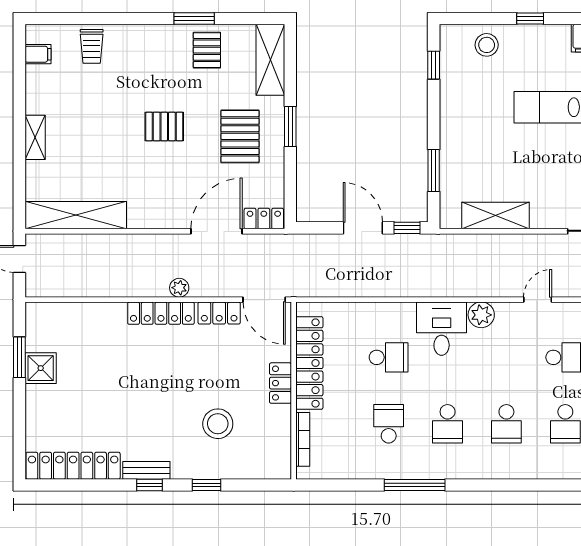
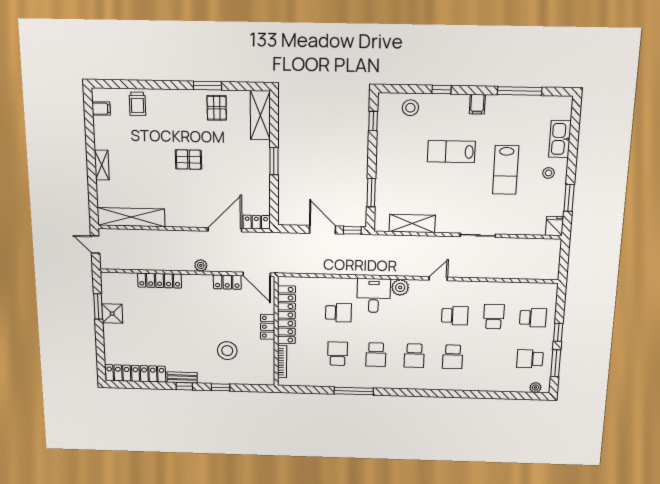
pallet: (240, 136) -> (240, 167), removed
locker: (161, 313) -> (160, 281), moved

